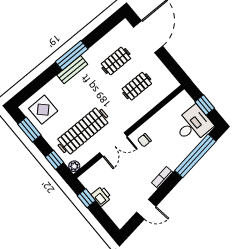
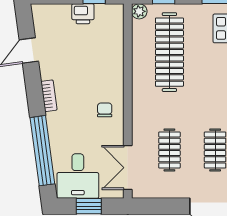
double door: (113, 144) -> (128, 168), moved

